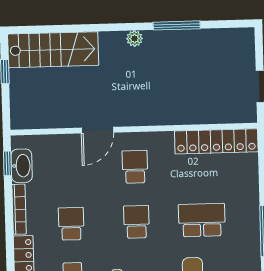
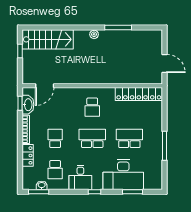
door: (97, 130) -> (45, 86), moved
school desk: (135, 167) -> (92, 107), turned 180
school desk: (136, 222) -> (92, 138), width x1.85

